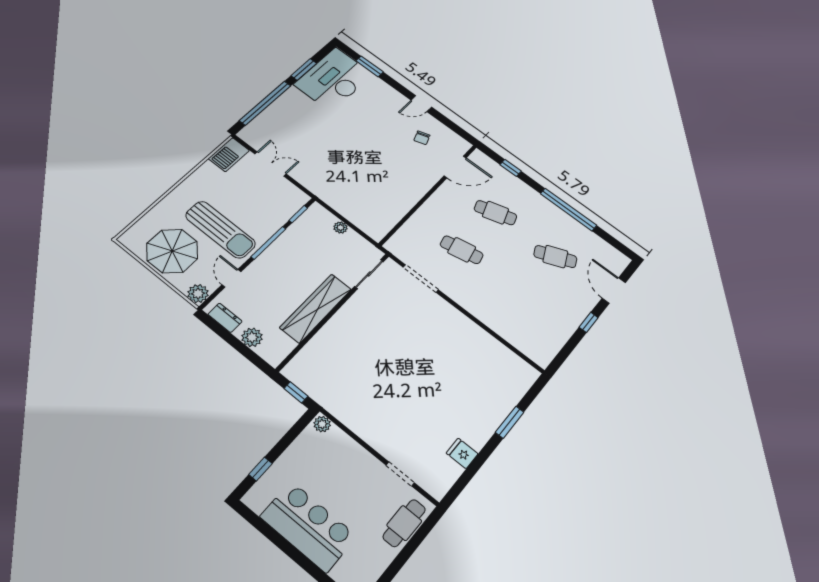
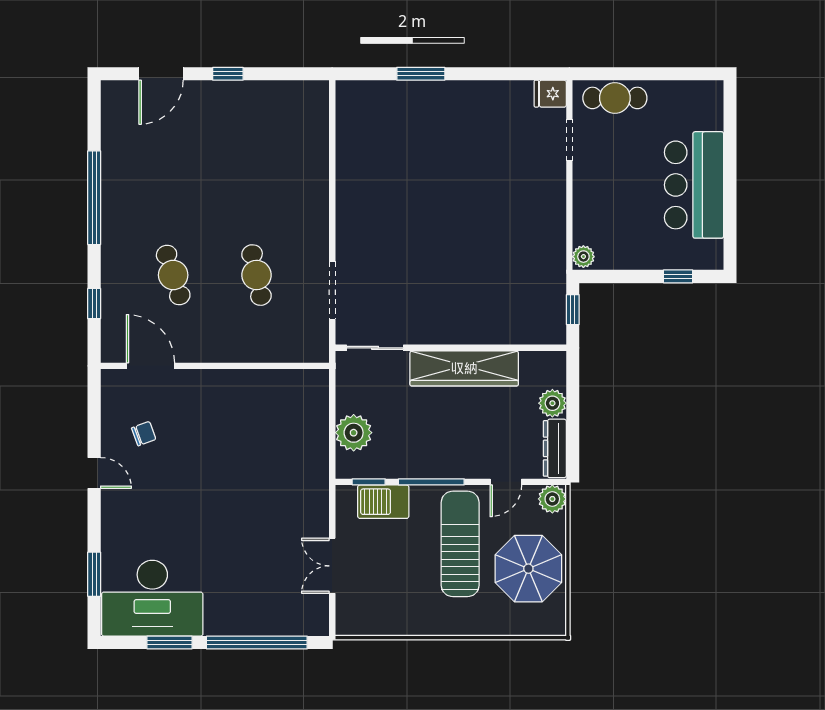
barbecue: (229, 155) -> (383, 502), moved, turned 180
plant: (340, 228) -> (354, 433), width x1.88, depth x1.88
cafe table: (555, 257) -> (173, 168), removed
dresser: (225, 318) -> (555, 448), width x1.44
fridge: (462, 453) -> (550, 94), moved, turned 90

